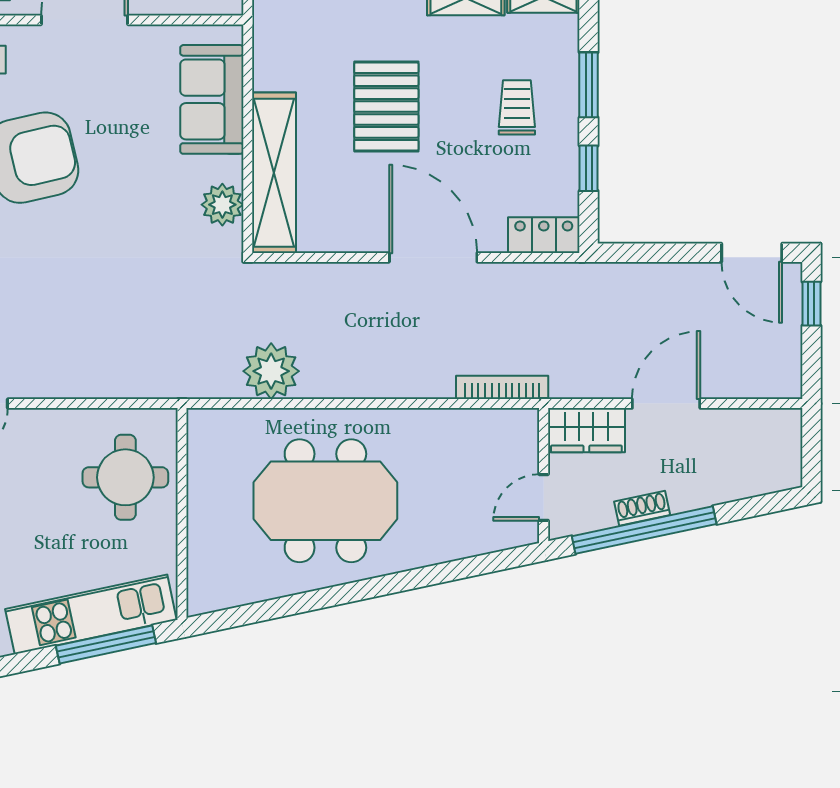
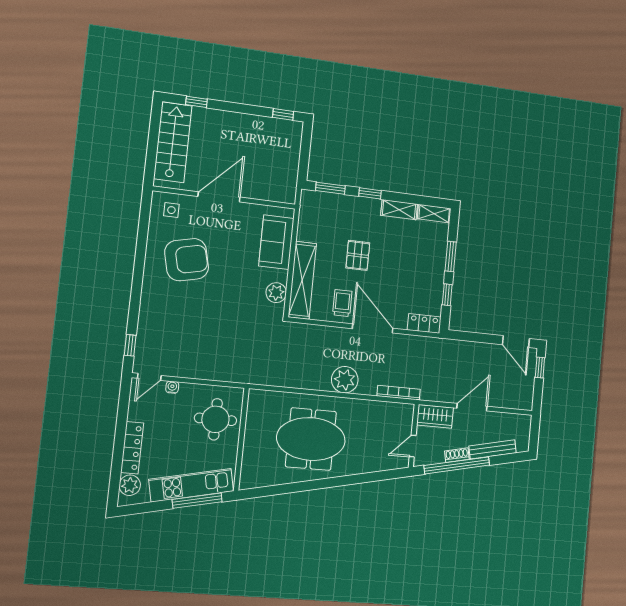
pallet: (386, 107) -> (358, 255), width x0.67, depth x0.71
trolley: (517, 107) -> (342, 303), moved
plant: (271, 371) -> (345, 380), moved
water cooler: (32, 420) -> (172, 387), added
bench: (720, 490) -> (493, 449), added

